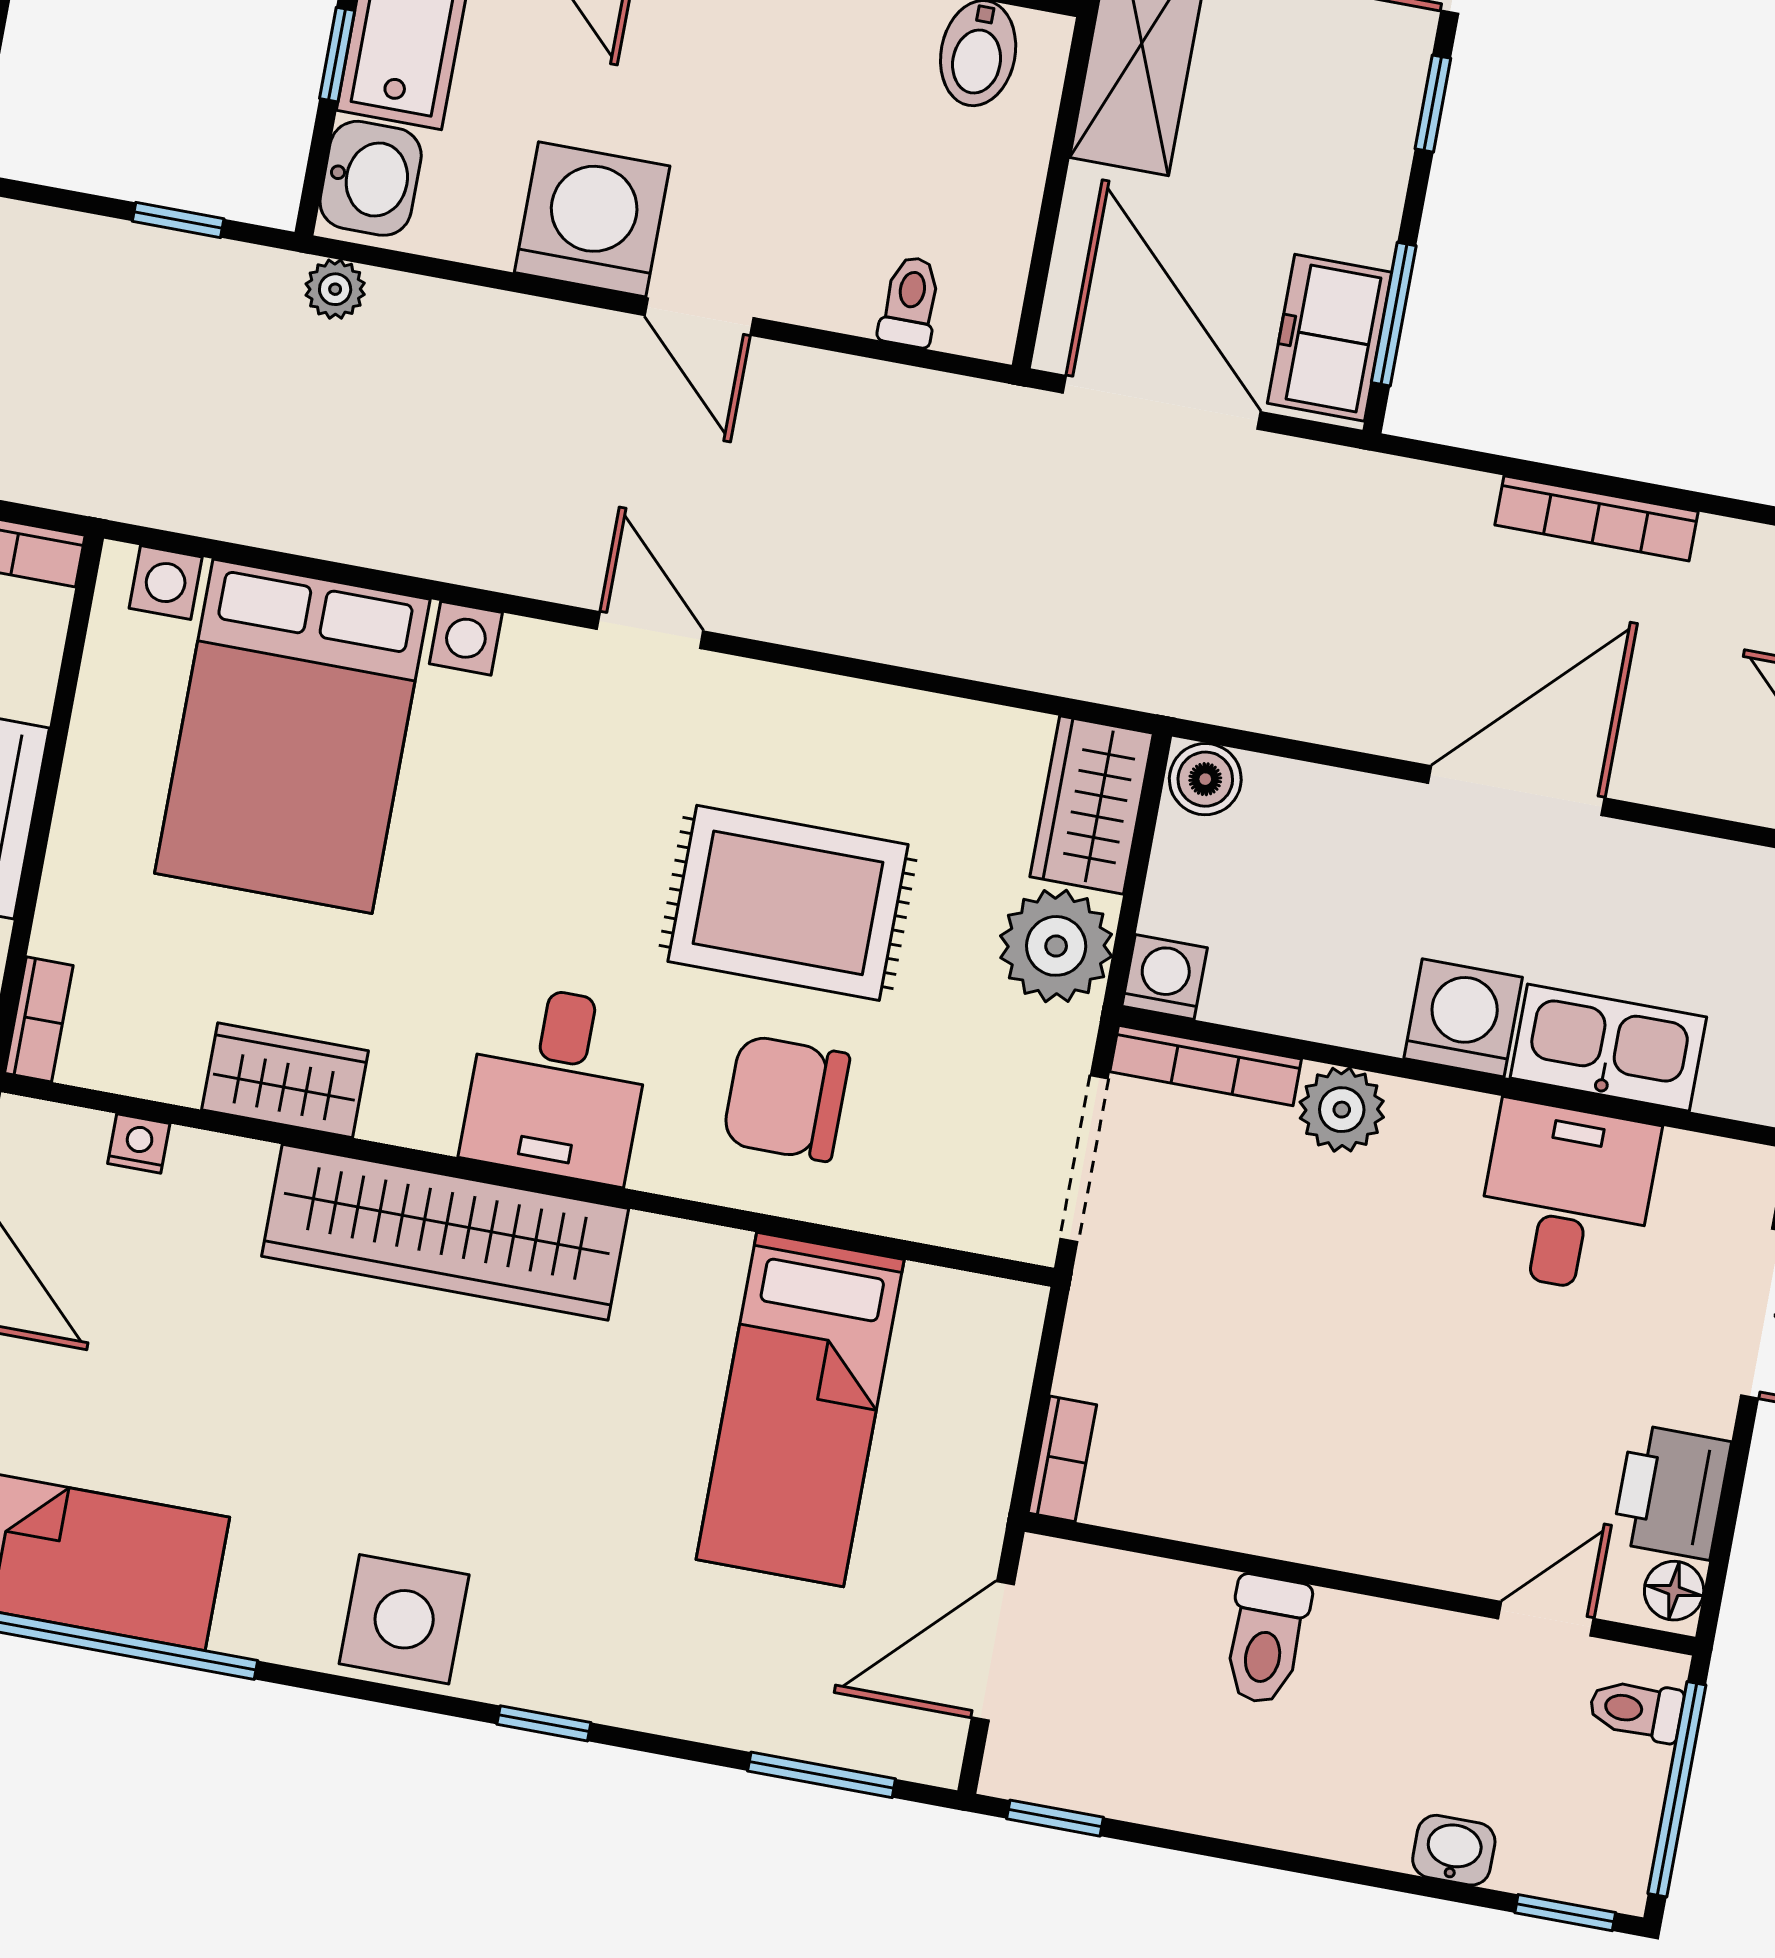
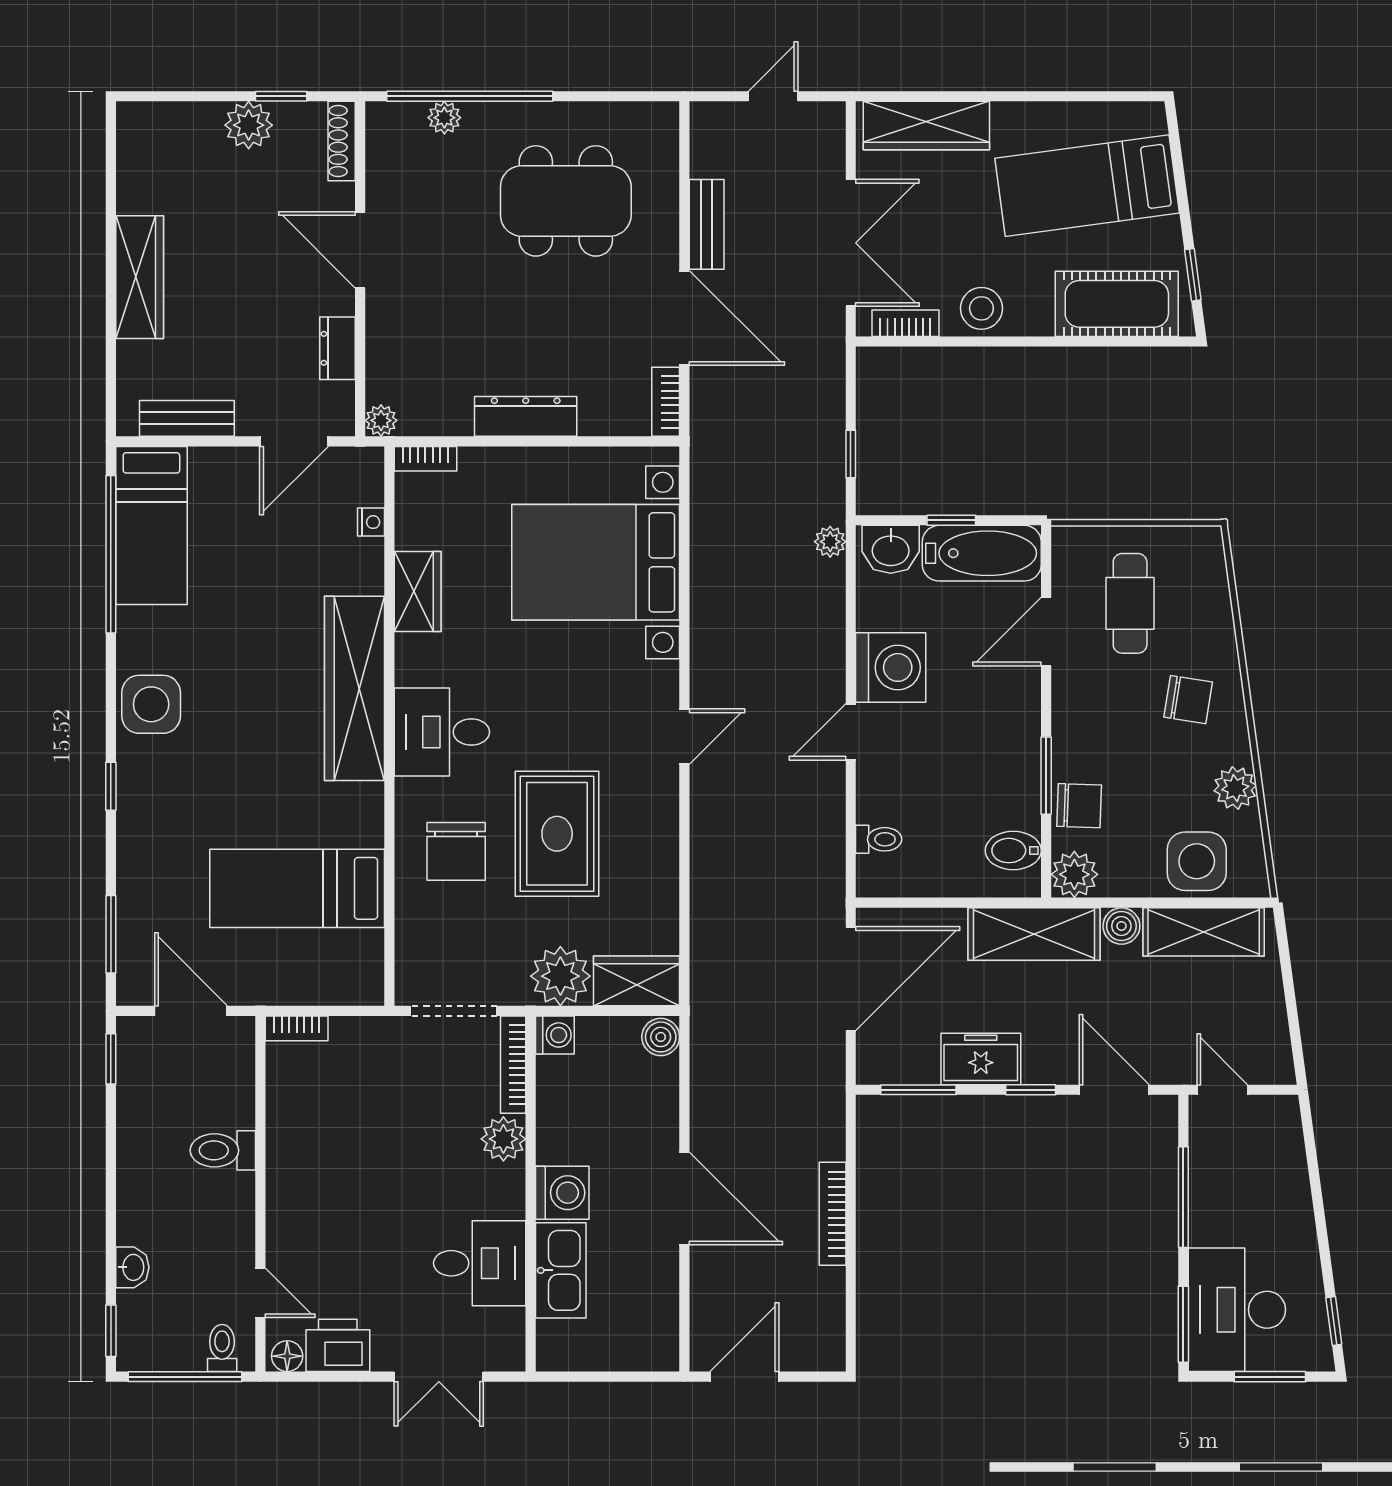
freezer: (1330, 338) -> (981, 1059), moved
chair: (786, 1098) -> (456, 851), turned 180

